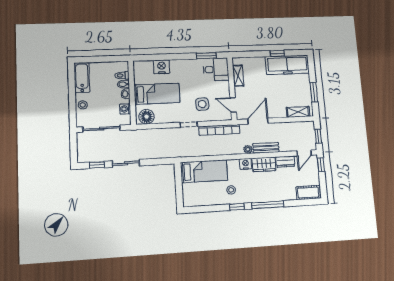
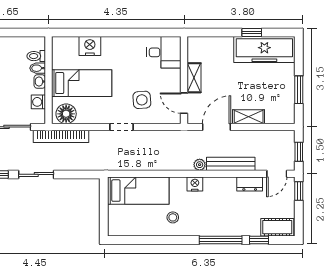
window: (206, 56) -> (152, 33), removed
shelving: (238, 76) -> (194, 78), moved
shelving: (298, 112) -> (249, 117), moved
bookcase: (219, 130) -> (61, 136), moved
bench: (266, 148) -> (231, 164), width x1.36
wardrobe: (264, 164) -> (220, 186), removed
window: (237, 207) -> (259, 240), moved

